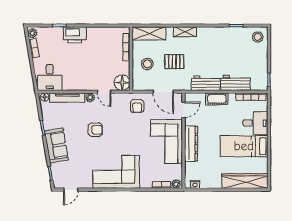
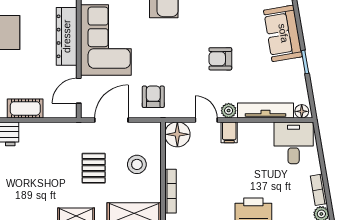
pallet: (174, 62) -> (94, 168), turned 90
workbench: (206, 83) -> (43, 133), removed
filing cabinet: (90, 84) -> (229, 132), added
door: (163, 92) -> (111, 120), hinge flipped

